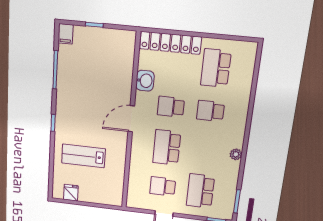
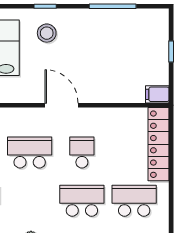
filing cabinet: (66, 34) -> (157, 94), moved
washbasin: (145, 81) -> (111, 118), removed
school desk: (210, 111) -> (82, 201), width x1.85
stool: (74, 124) -> (47, 33), added

